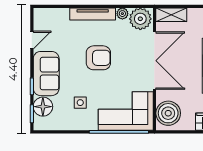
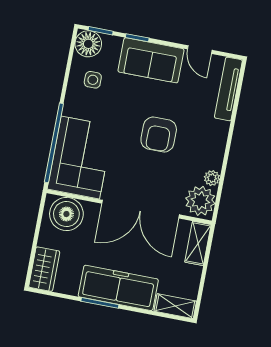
tv unit: (93, 14) -> (228, 89), moved
side table: (80, 103) -> (93, 80), moved
floor lamp: (43, 107) -> (88, 44), moved

